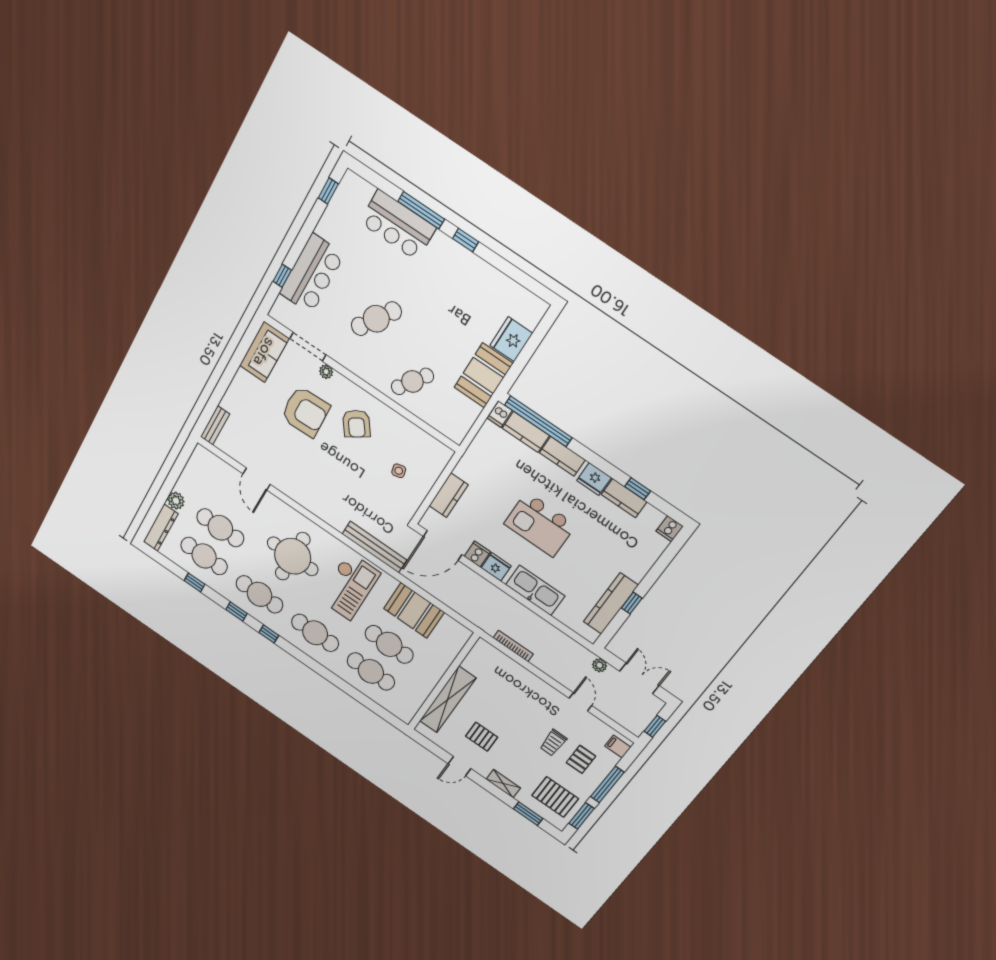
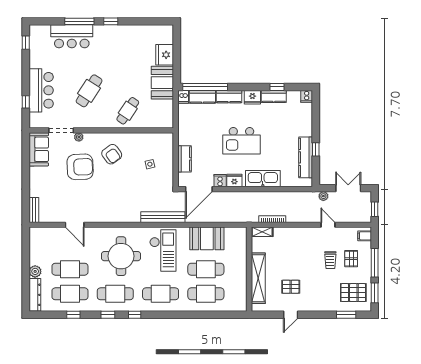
shelving: (503, 783) -> (262, 232), moved

